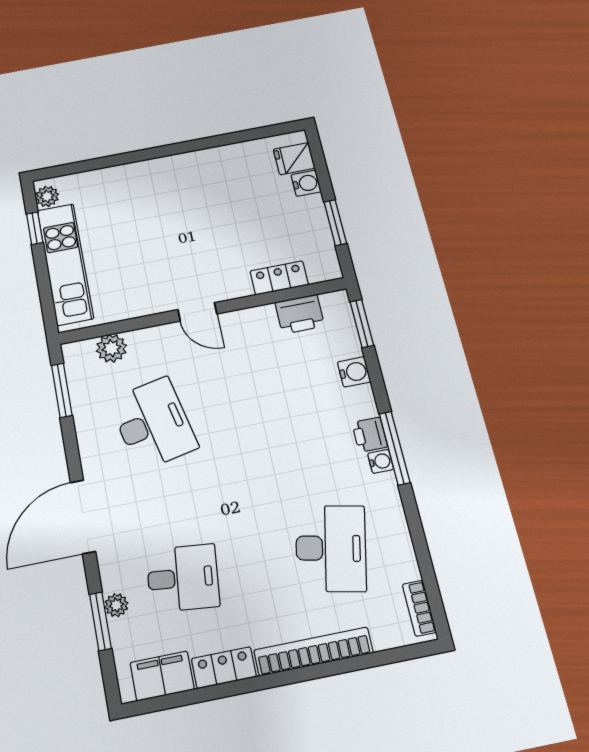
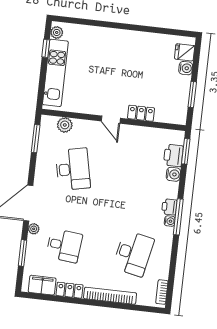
locker: (279, 278) -> (141, 113), moved
printer: (300, 314) -> (173, 155), moved, turned 90
plant: (116, 605) -> (34, 229), moved

